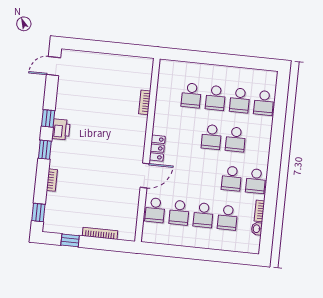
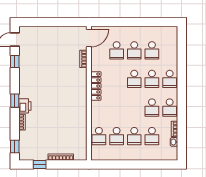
school desk: (264, 103) -> (170, 79), moved
window: (48, 118) -> (15, 61), moved
printer: (61, 129) -> (25, 106), moved
locker: (157, 148) -> (96, 86), width x1.53
door: (145, 175) -> (89, 38), moved

